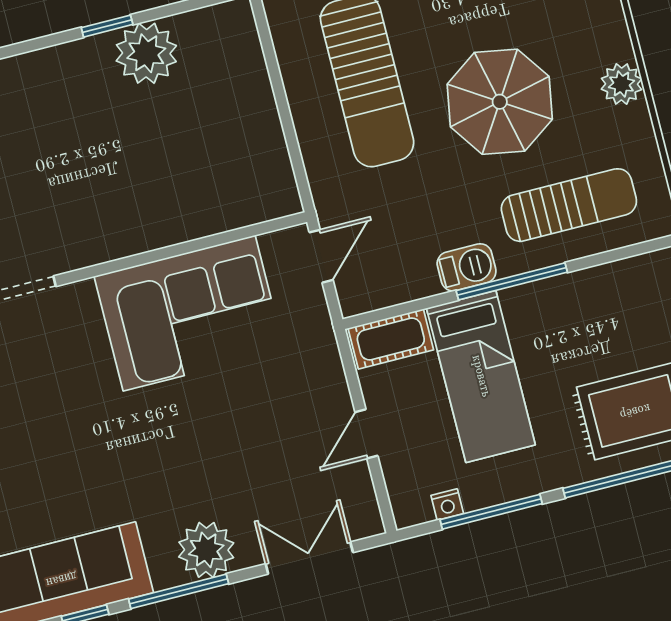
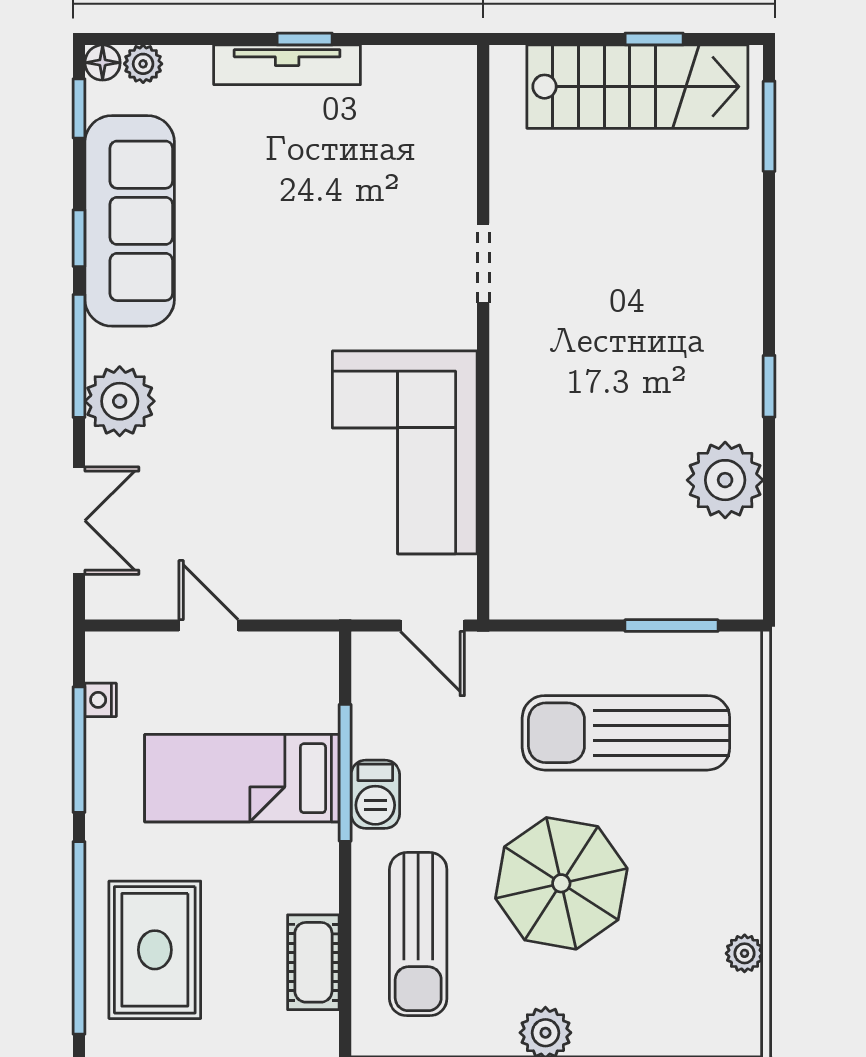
window: (107, 26) -> (769, 386), moved
window: (273, 66) -> (671, 626), added
window: (512, 281) -> (345, 773), moved
cot: (391, 339) -> (313, 962), moved

